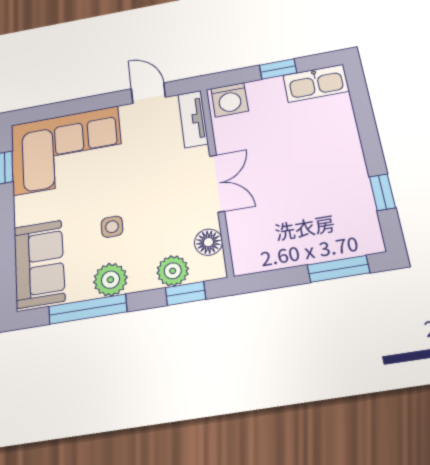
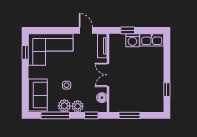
window: (278, 69) -> (128, 30), moved
washing machine: (230, 100) -> (132, 40), moved
double door: (217, 183) -> (108, 75), swing flipped
window: (338, 269) -> (130, 115), moved
plant: (173, 271) -> (78, 106), moved

